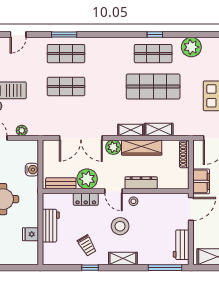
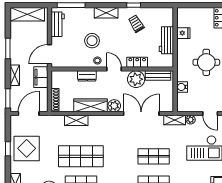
shelving: (131, 130) -> (175, 120), moved
dresser: (141, 183) -> (87, 76), width x0.70
stool: (120, 226) -> (92, 41), moved

